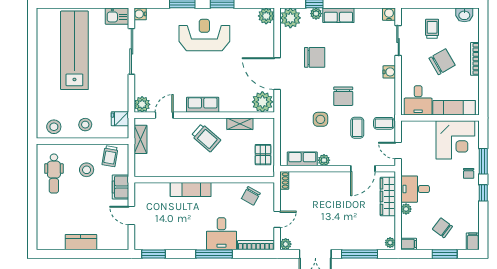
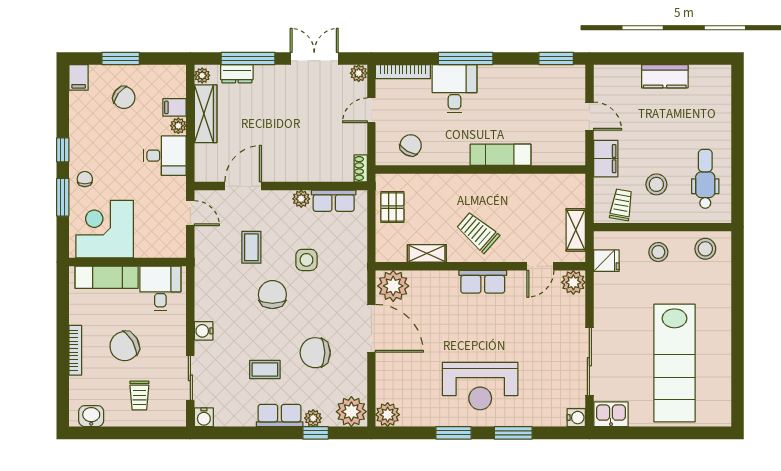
coffee table: (384, 123) -> (265, 369), moved
wardrobe: (388, 197) -> (206, 114), moved
dresser: (367, 244) -> (237, 74), added
filing cabinet: (409, 244) -> (175, 107), moved

